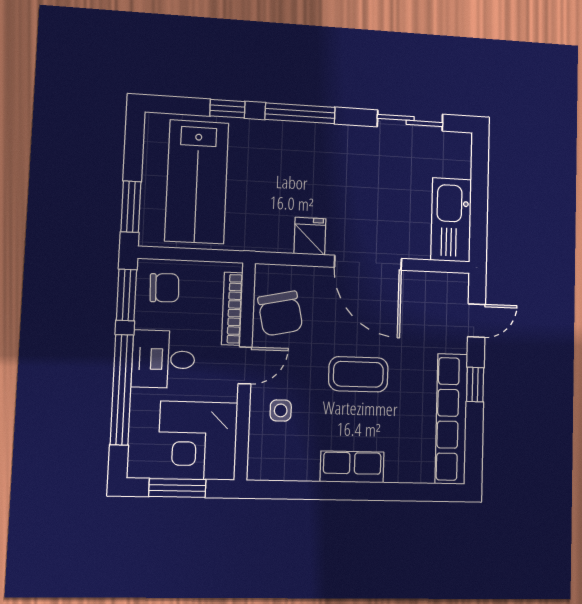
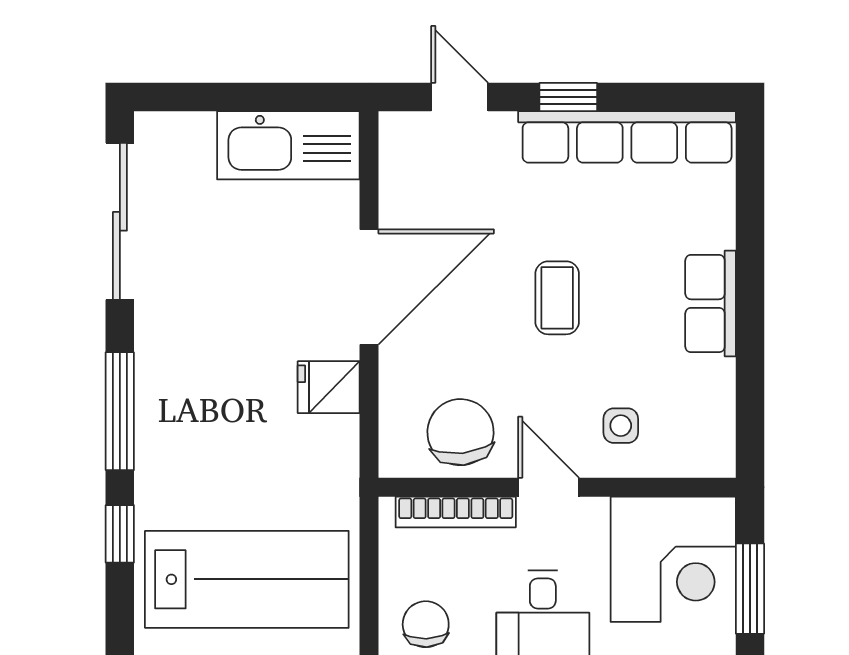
sliding door: (410, 120) -> (120, 221), width x1.37
chair: (280, 313) -> (461, 432), turned -84
coffee table: (358, 374) -> (557, 298), width x0.73, depth x0.77

